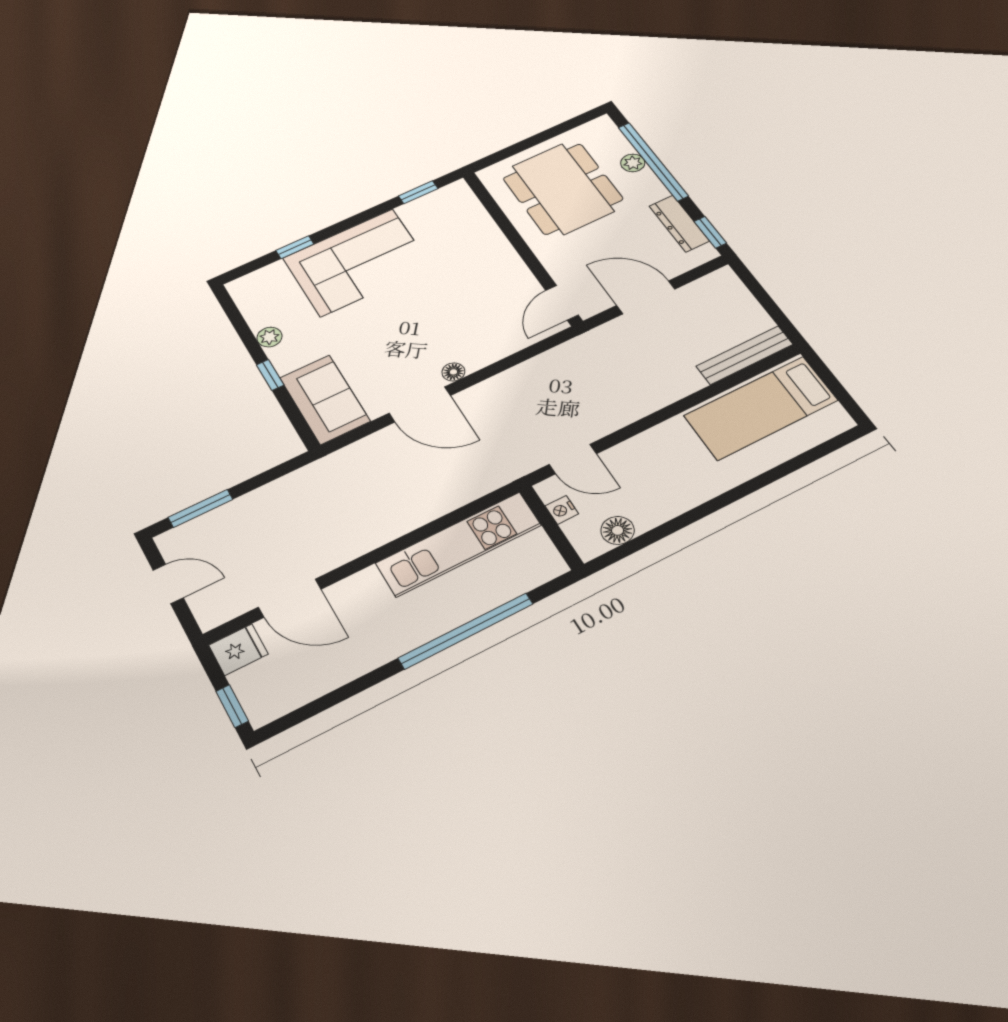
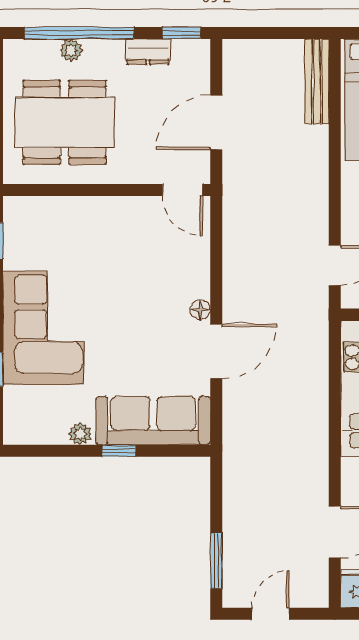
dresser: (679, 223) -> (148, 52), width x0.70
sofa: (325, 399) -> (153, 421), width x1.36

